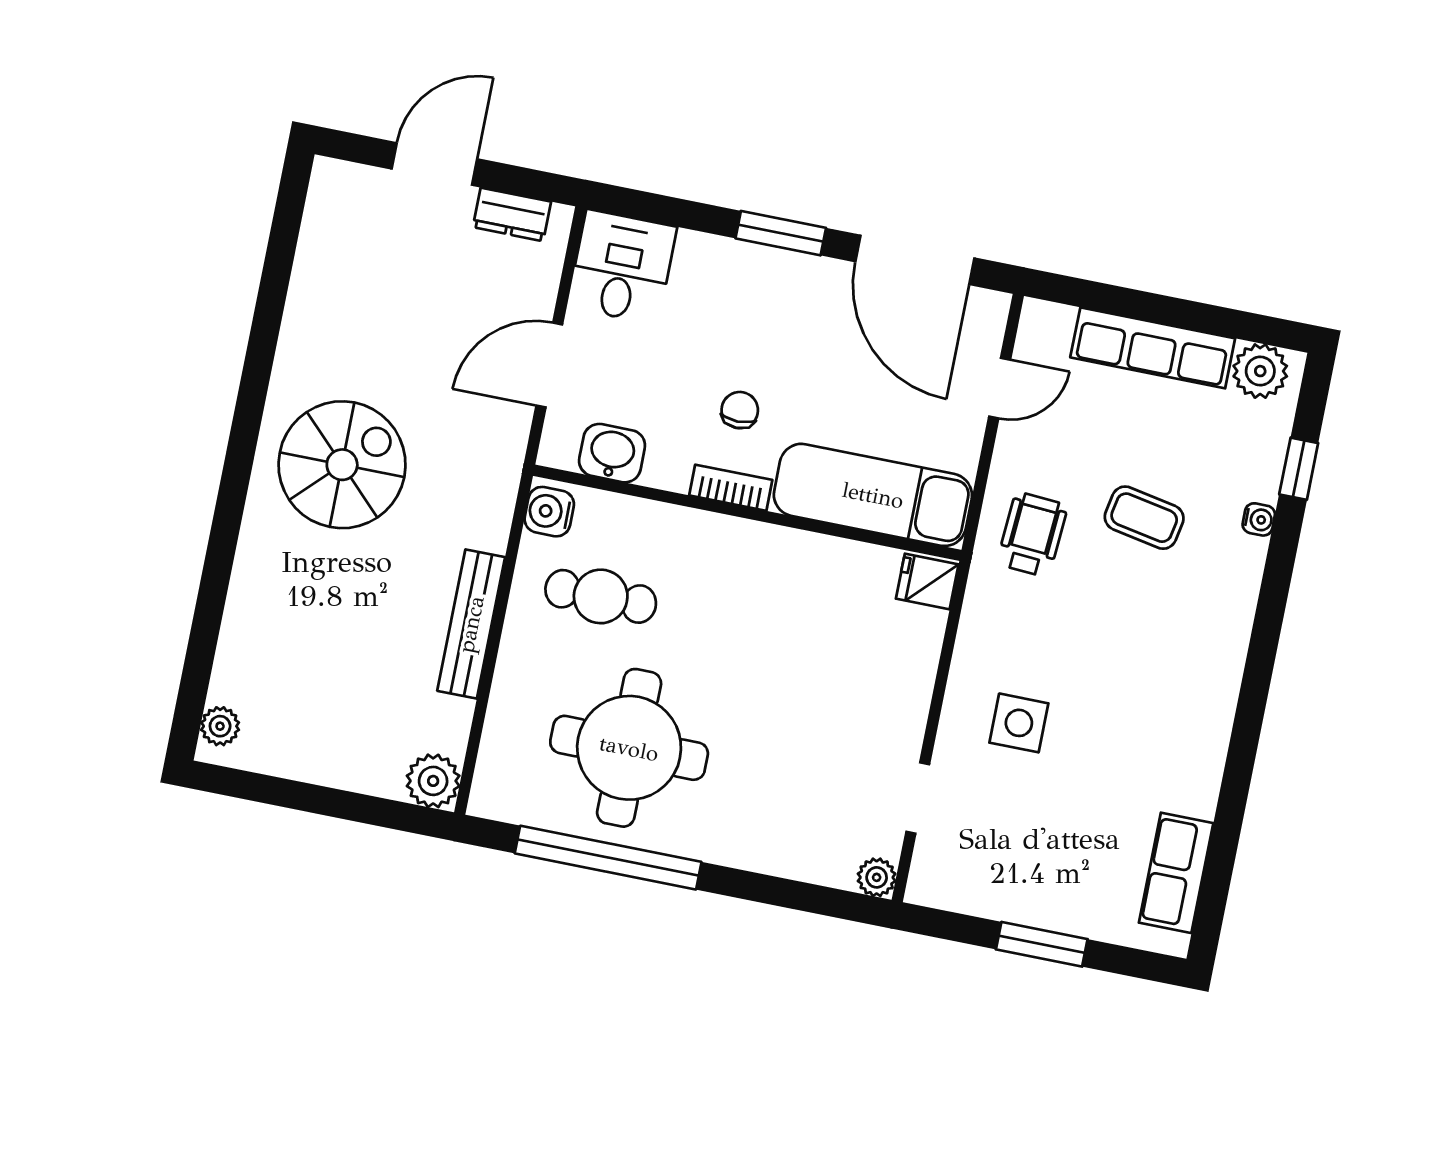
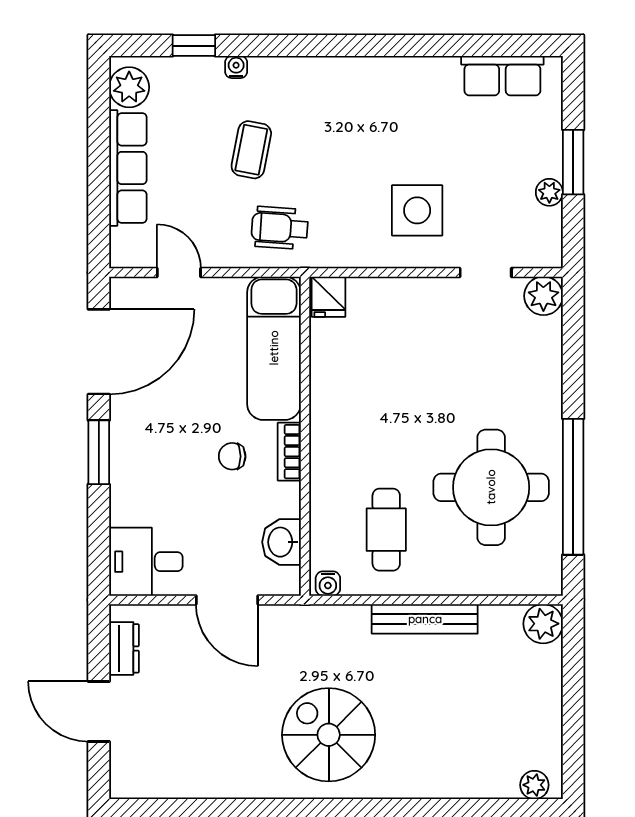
water cooler: (549, 512) -> (328, 584), width x0.72, depth x0.72
side table: (1019, 723) -> (417, 210), width x1.37, depth x1.37
plant: (877, 877) -> (543, 296), width x1.38, depth x1.38
plant: (1008, 904) -> (549, 192), added

